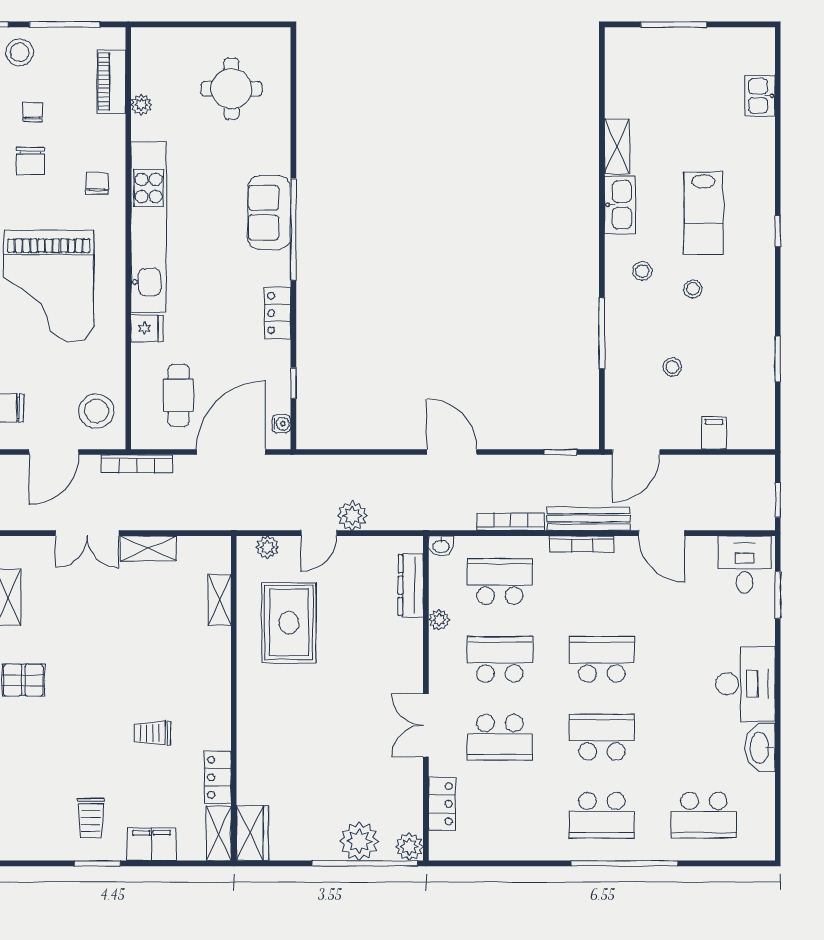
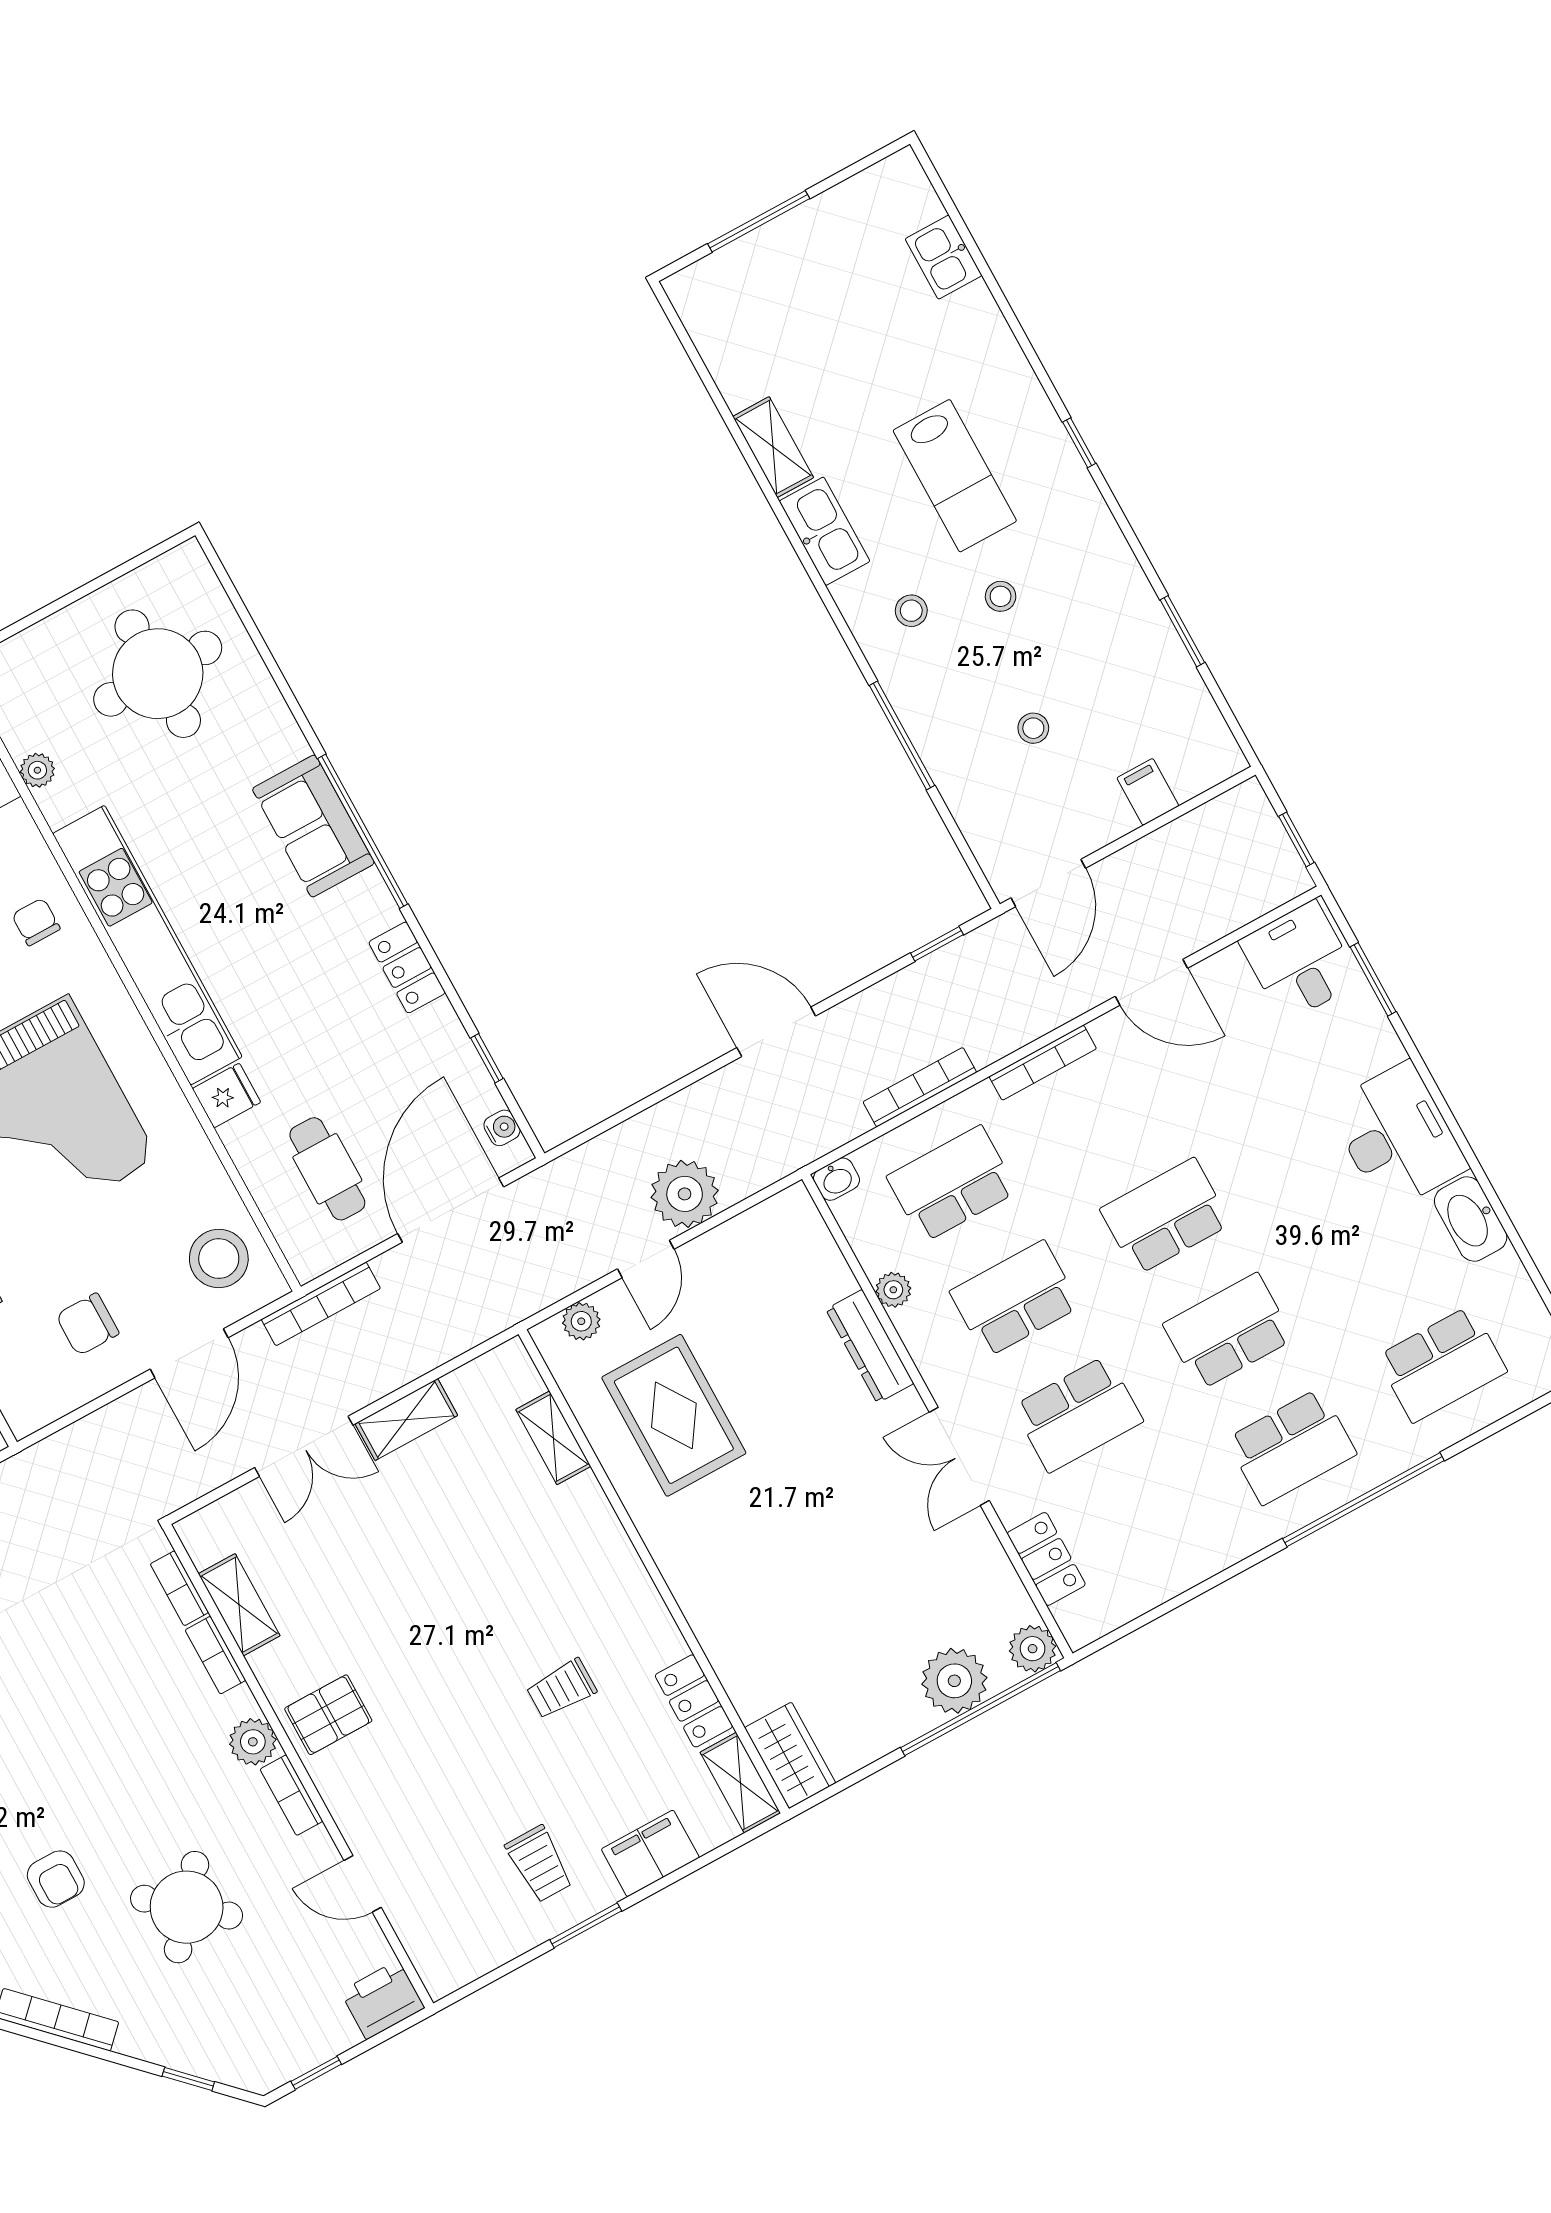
round table: (231, 89) -> (158, 674), width x1.36, depth x1.36
plant: (352, 516) -> (685, 1194), width x1.36, depth x1.36
bench: (588, 519) -> (1032, 1020), removed
dresser: (411, 585) -> (870, 1346), moved

